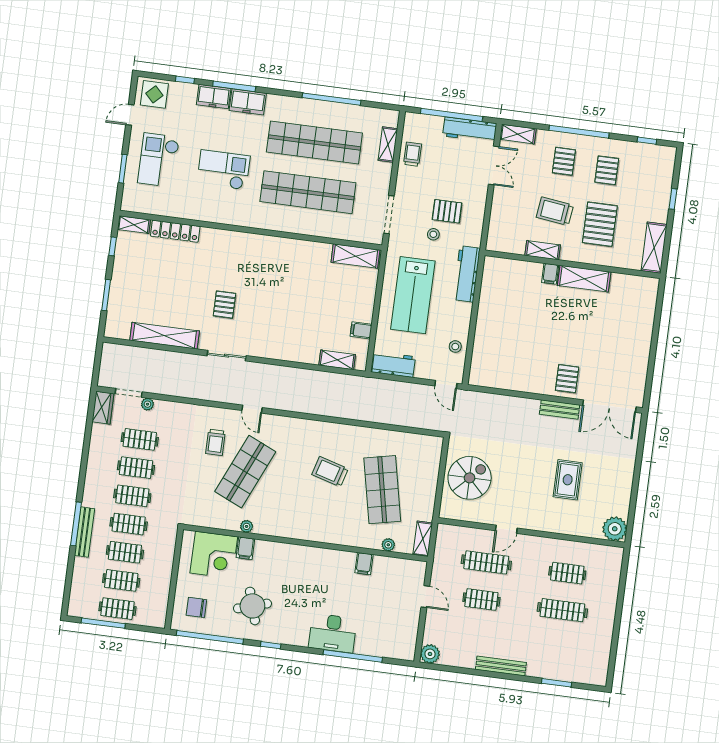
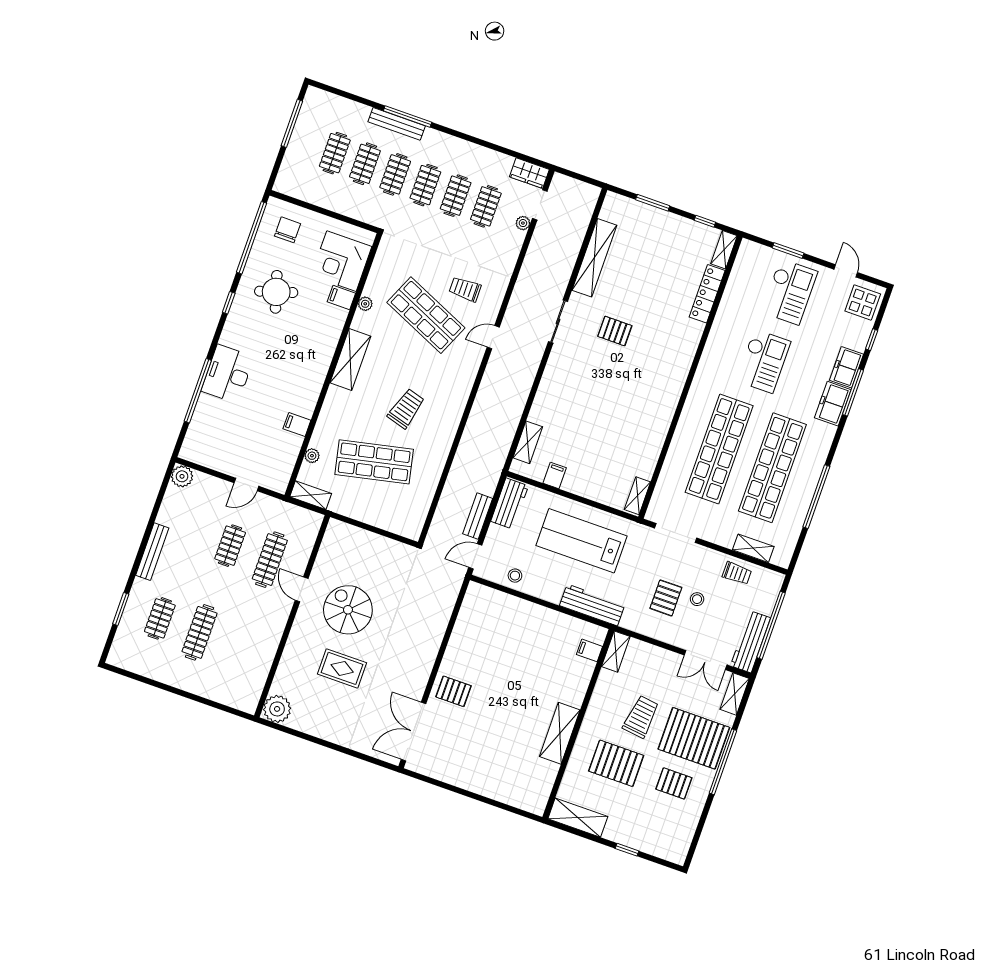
window: (647, 141) -> (697, 835), removed
checkout: (158, 160) -> (789, 292), turned 90
pallet: (564, 161) -> (694, 738), width x2.05, depth x2.00
stool: (433, 234) -> (697, 599), moved
shelving: (543, 250) -> (616, 652), moved
shelving: (355, 256) -> (637, 496), width x0.67, depth x0.75
filing cabinet: (550, 274) -> (589, 650), moved
bench: (560, 409) -> (478, 516), moved
spiral stairs: (470, 478) -> (348, 610), moved, turned 180
shelving: (298, 529) -> (350, 360), added
clothes rail: (567, 573) -> (160, 618), moved
clothes rail: (117, 609) -> (305, 142), removed

